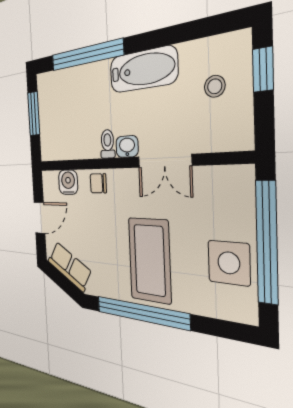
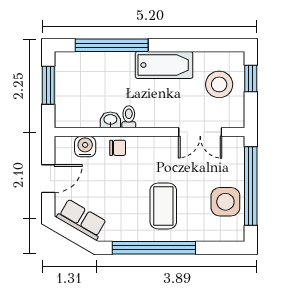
stool: (215, 86) -> (219, 84), width x1.89, depth x1.89
washbasin: (127, 147) -> (110, 120), moved
double door: (164, 161) -> (200, 132), moved
chair: (98, 183) -> (118, 148), turned 180
coffee table: (150, 260) -> (163, 206), width x0.73, depth x0.76

